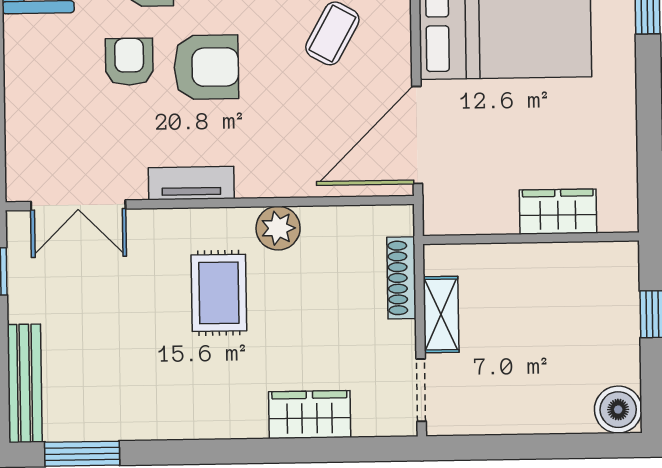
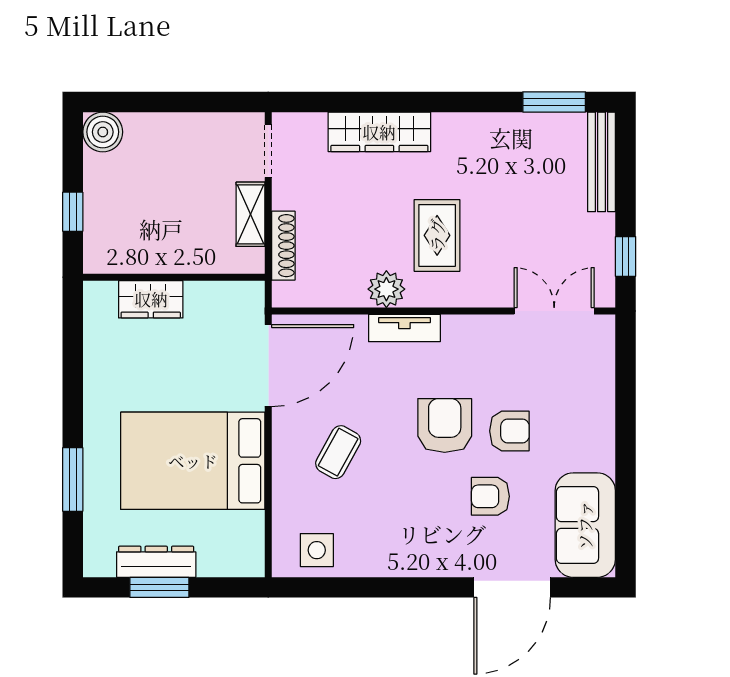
armchair: (129, 62) -> (509, 431), turned -90
armchair: (206, 67) -> (445, 425), turned 90
tv unit: (191, 183) -> (404, 328), moved
wardrobe: (310, 415) -> (379, 132), width x1.50

